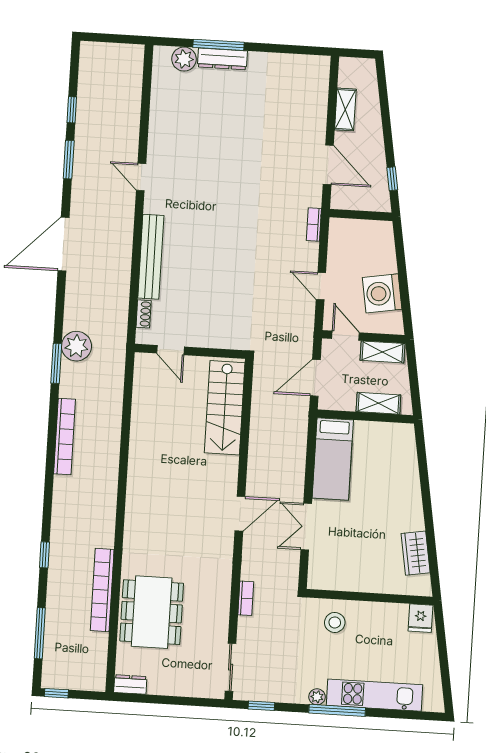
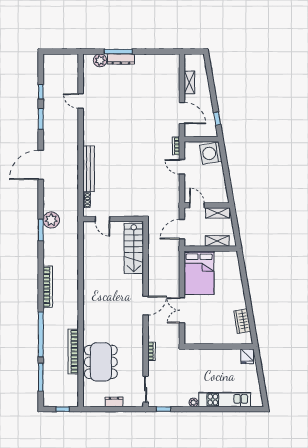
door: (141, 177) -> (81, 101), moved
door: (321, 286) -> (182, 167), moved
washing machine: (382, 293) -> (211, 153), moved
bookcase: (65, 436) -> (48, 287), moved
bed: (333, 459) -> (199, 273), width x1.50
window: (45, 555) -> (41, 334), width x3.17
stool: (335, 622) -> (201, 361), removed
dresser: (130, 684) -> (114, 402), moved
window: (56, 693) -> (63, 409), moved
window: (337, 710) -> (205, 409), removed

